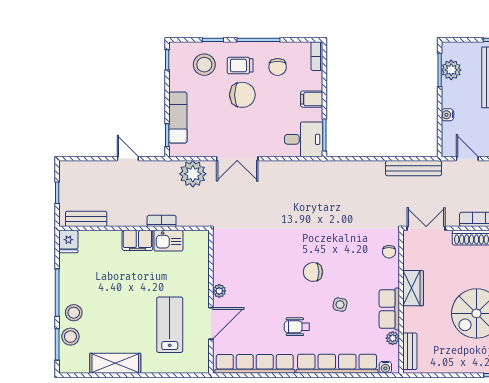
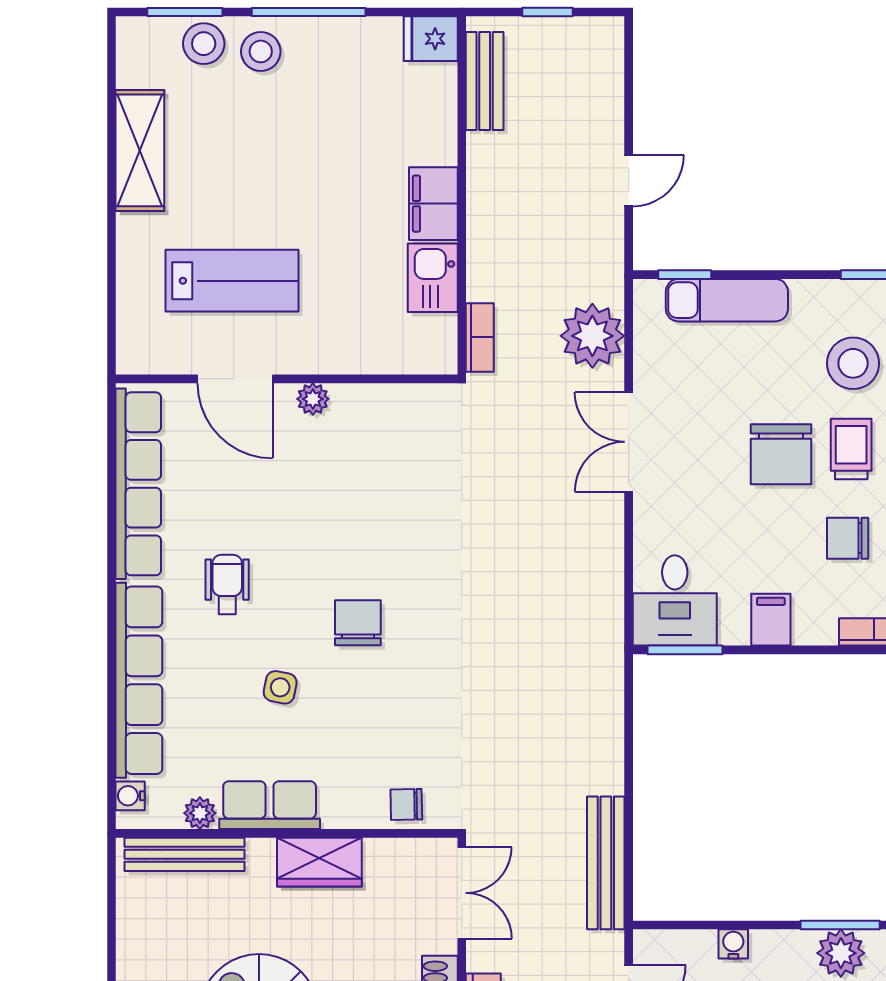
bookcase: (162, 221) -> (480, 337), moved
bench: (410, 351) -> (185, 854), width x1.36

